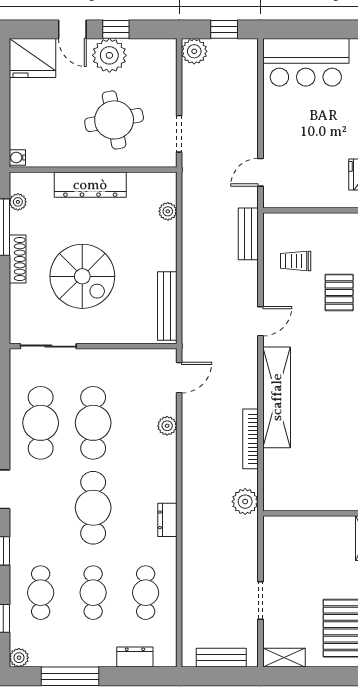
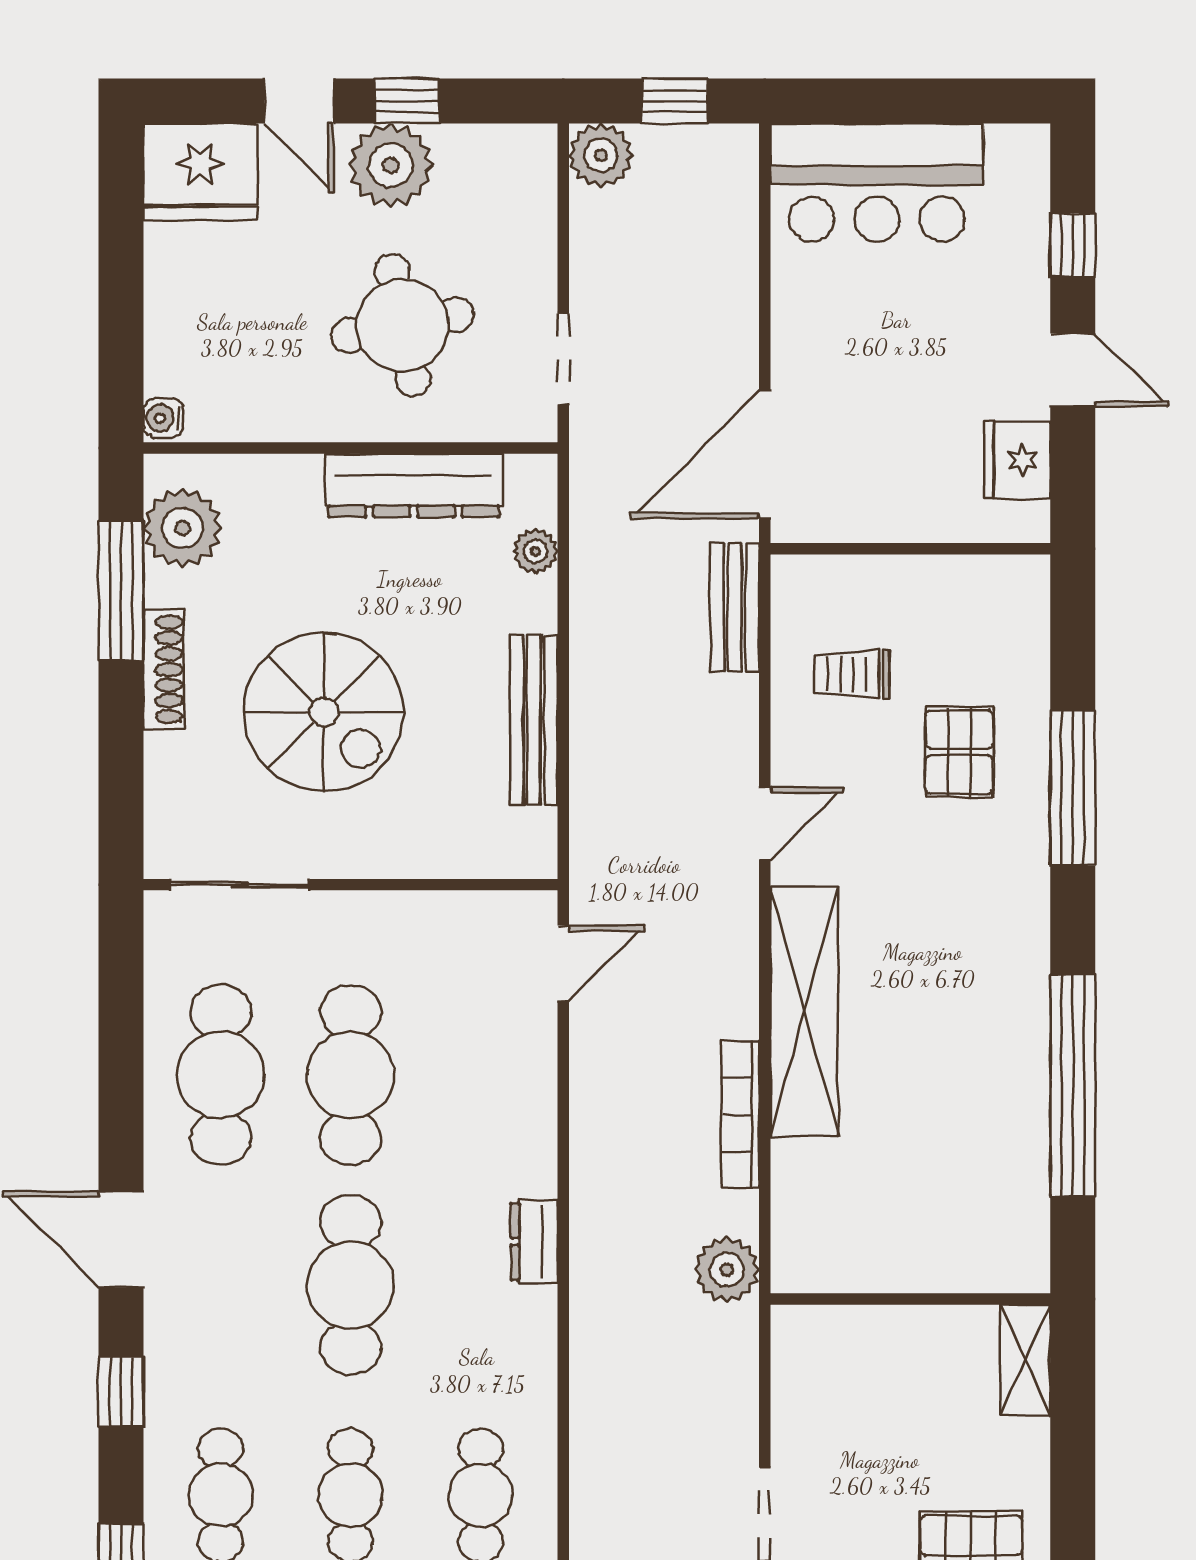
door: (260, 172) -> (765, 454), width x1.87
dresser: (90, 185) -> (414, 485), moved
plant: (18, 202) -> (183, 528), width x1.88, depth x1.88
bench: (167, 306) -> (534, 719), moved
plant: (167, 426) -> (534, 1082), removed
dresser: (167, 520) -> (534, 1242), moved

